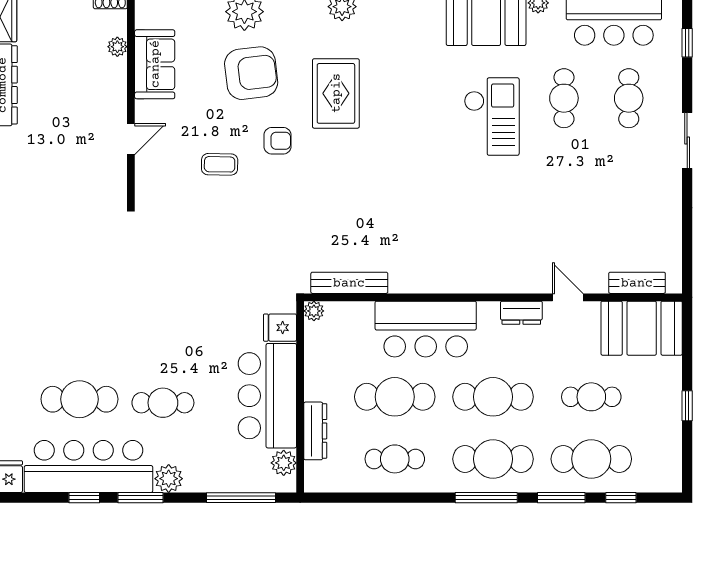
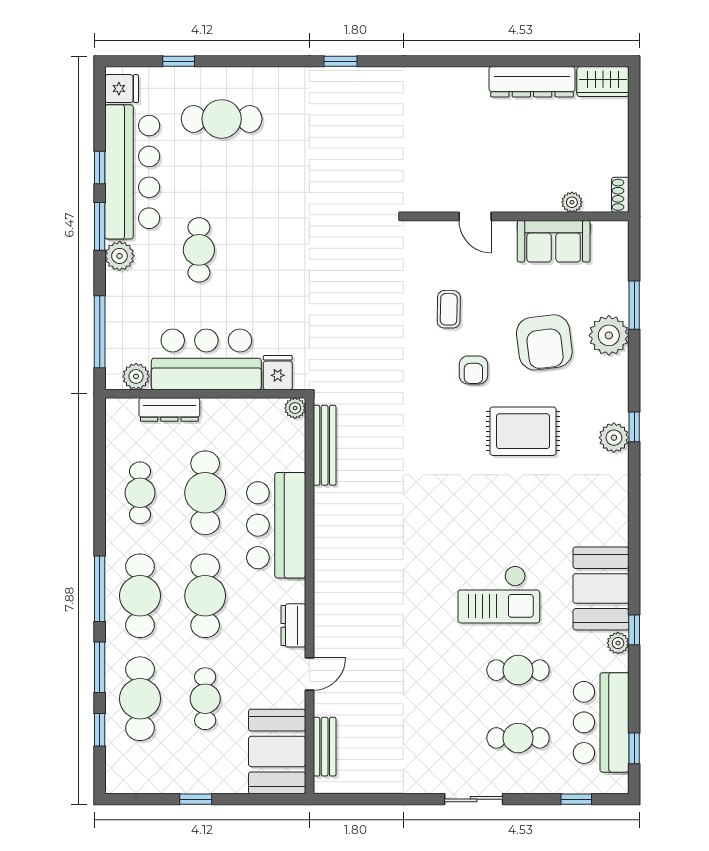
cafe table: (79, 399) -> (222, 119), moved, turned 90

